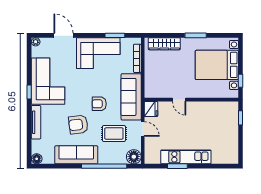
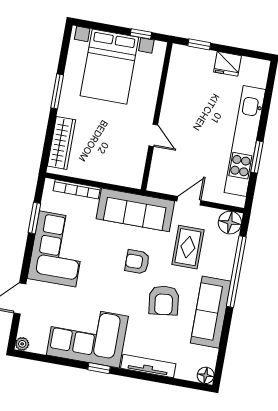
door: (179, 100) -> (153, 135), hinge flipped
armchair: (99, 104) -> (137, 262), turned 90
fridge: (151, 109) -> (227, 64), moved, turned 180
kitchen unit: (186, 157) -> (245, 141), width x1.36

